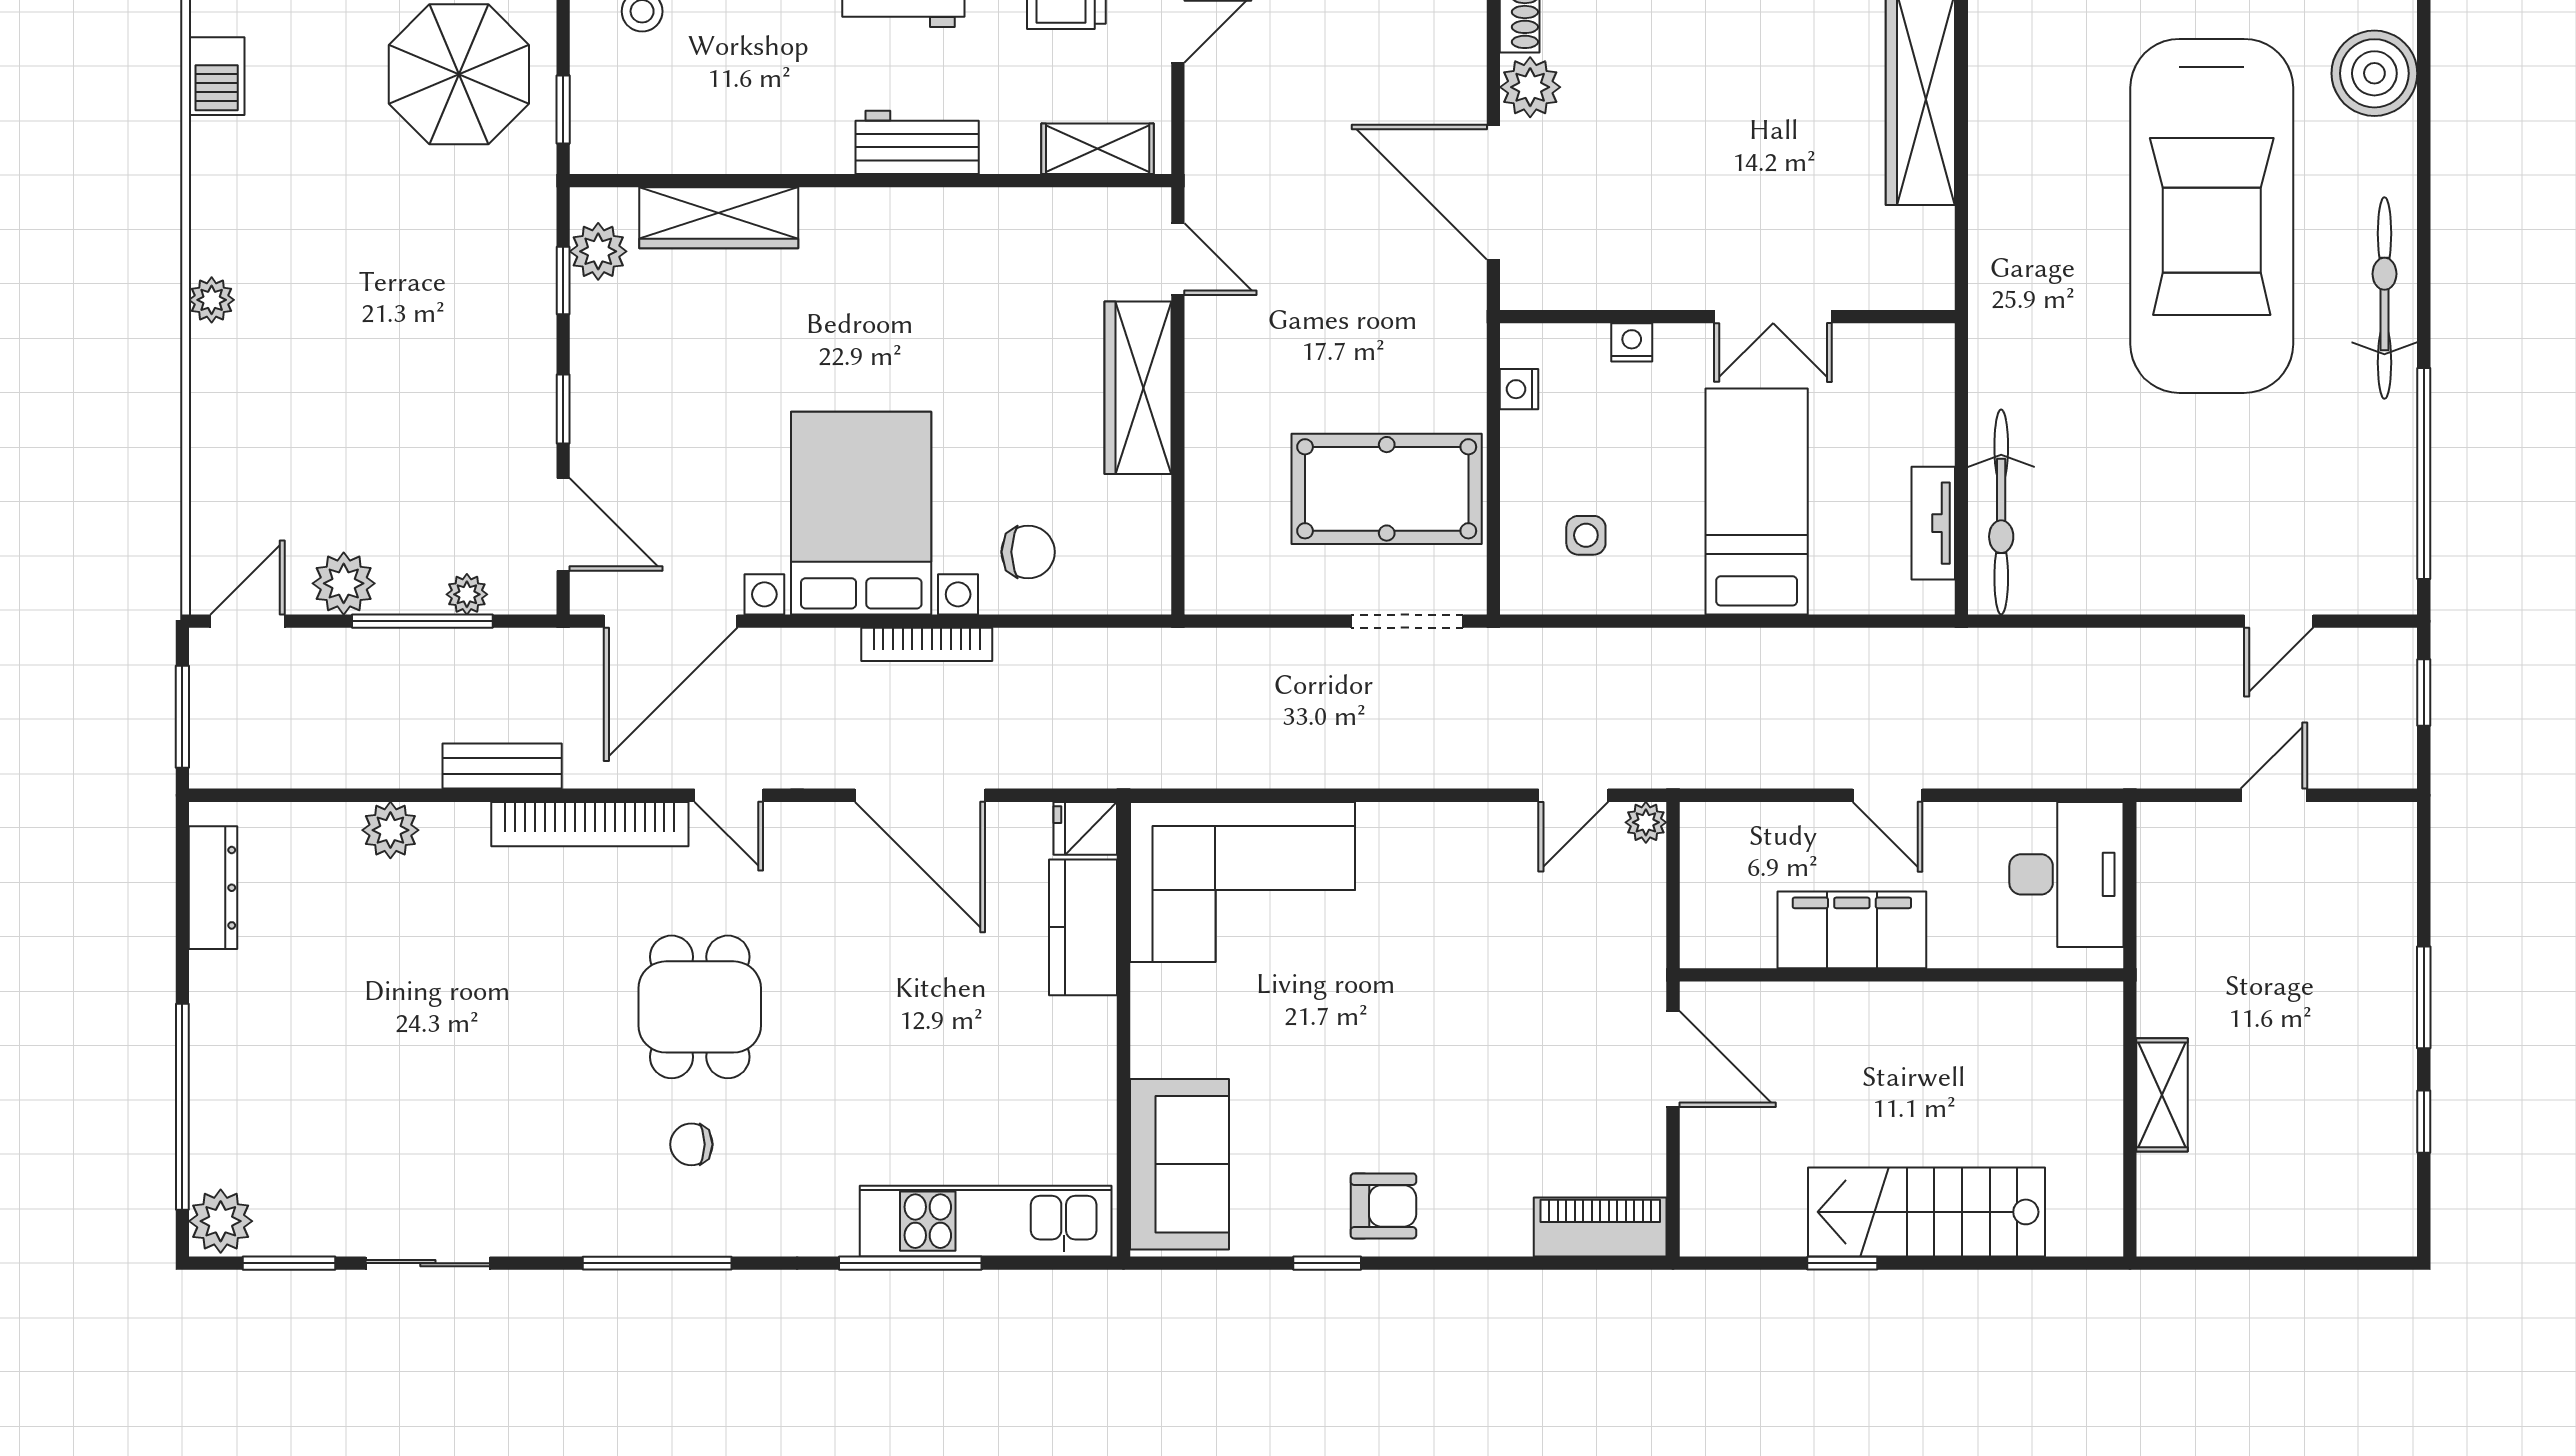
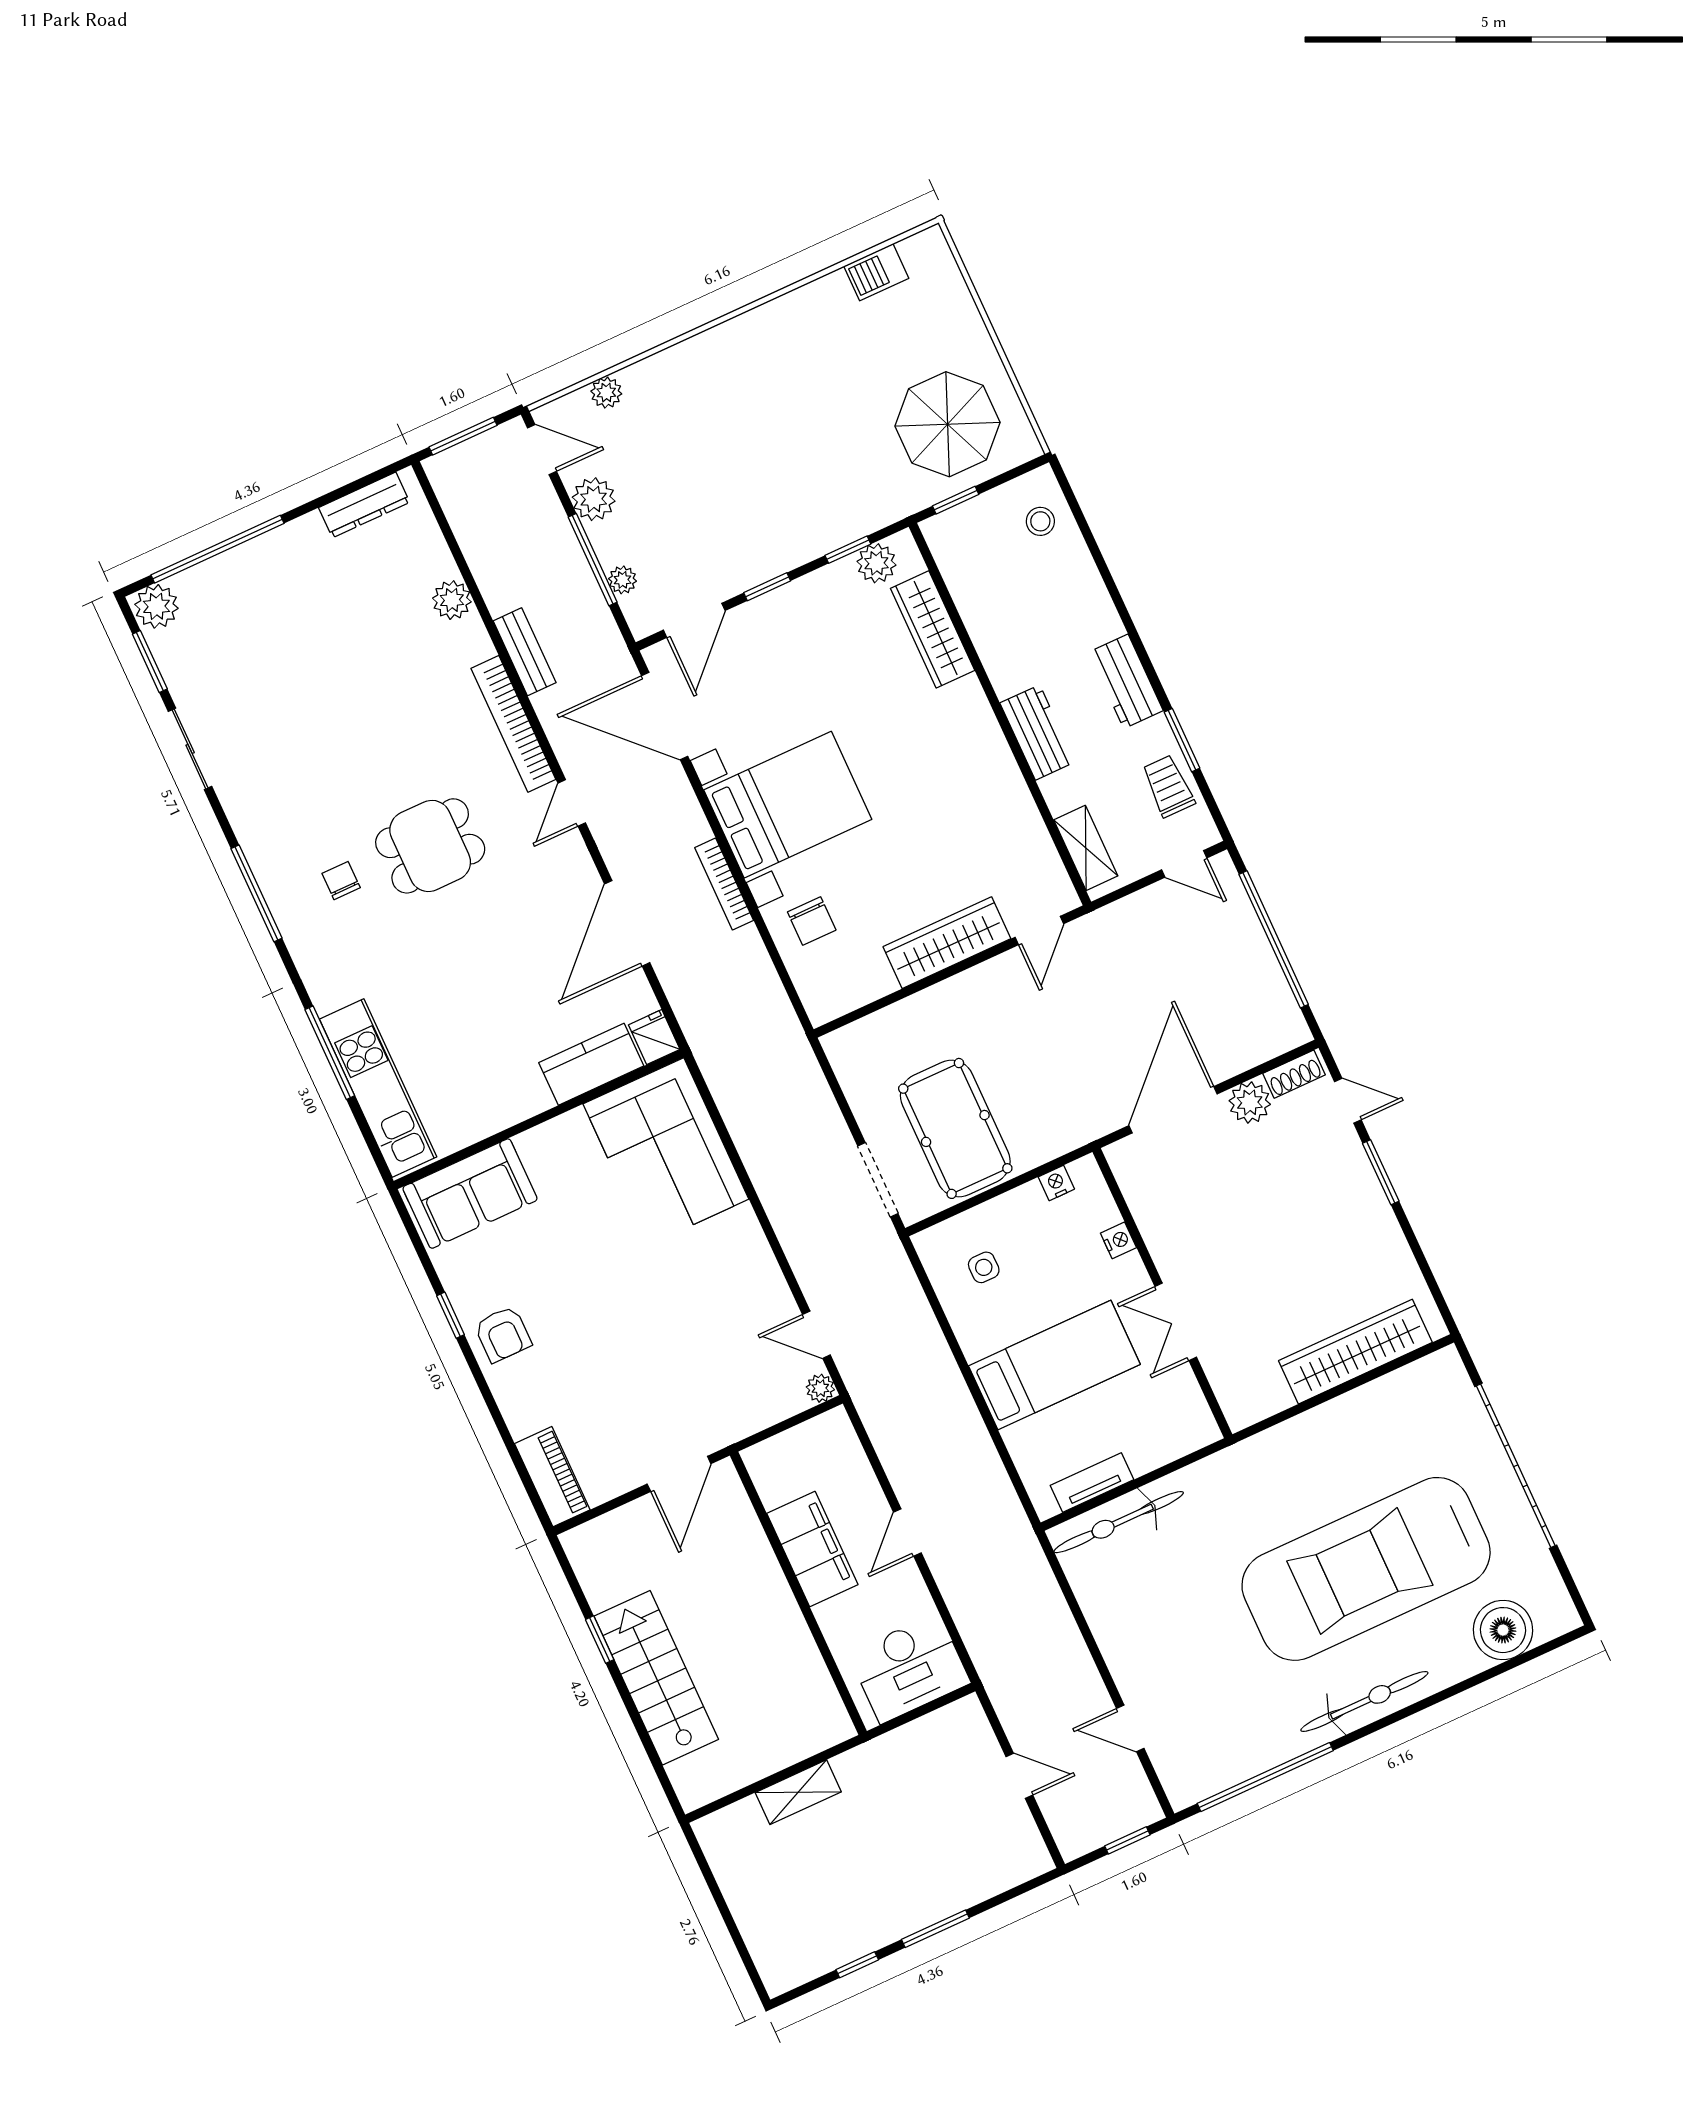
plant: (212, 300) -> (606, 393), moved

